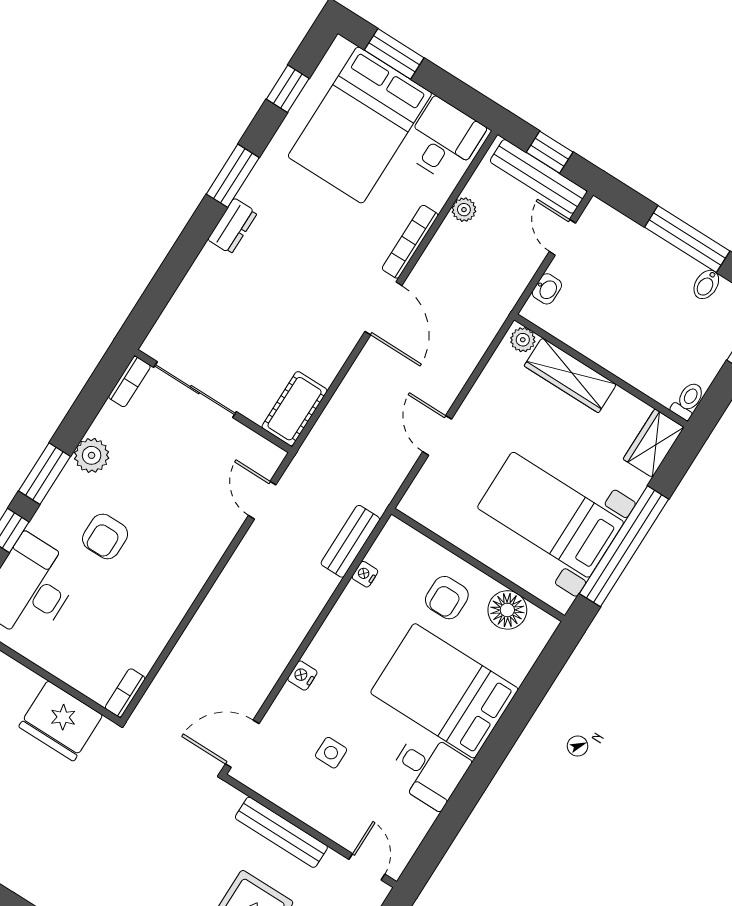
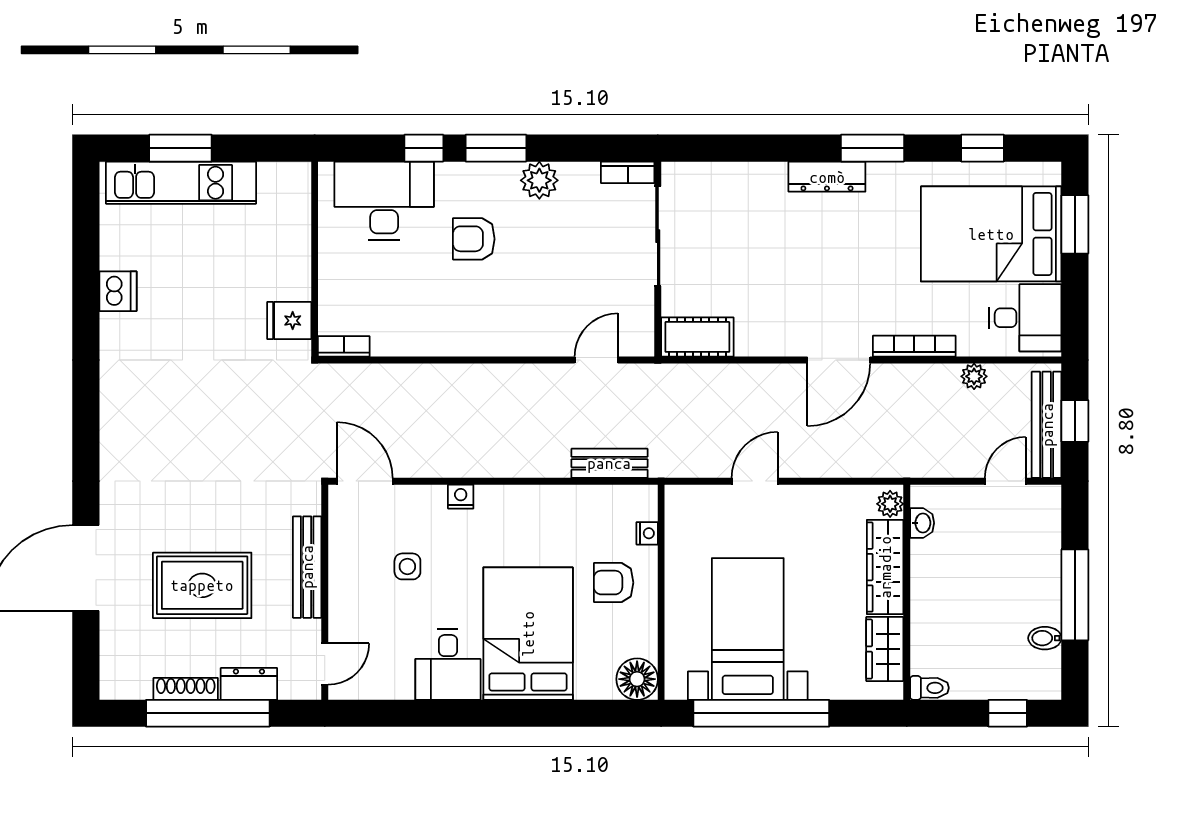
dresser: (232, 226) -> (827, 177), width x1.44
washbasin: (547, 289) -> (922, 523), moved, turned -90
wardrobe: (654, 443) -> (885, 649), moved, turned -90
nightstand: (365, 574) -> (647, 533), moved, turned 90
floor lamp: (507, 610) -> (637, 679), moved
fridge: (61, 721) -> (289, 321), width x0.53, depth x0.75

